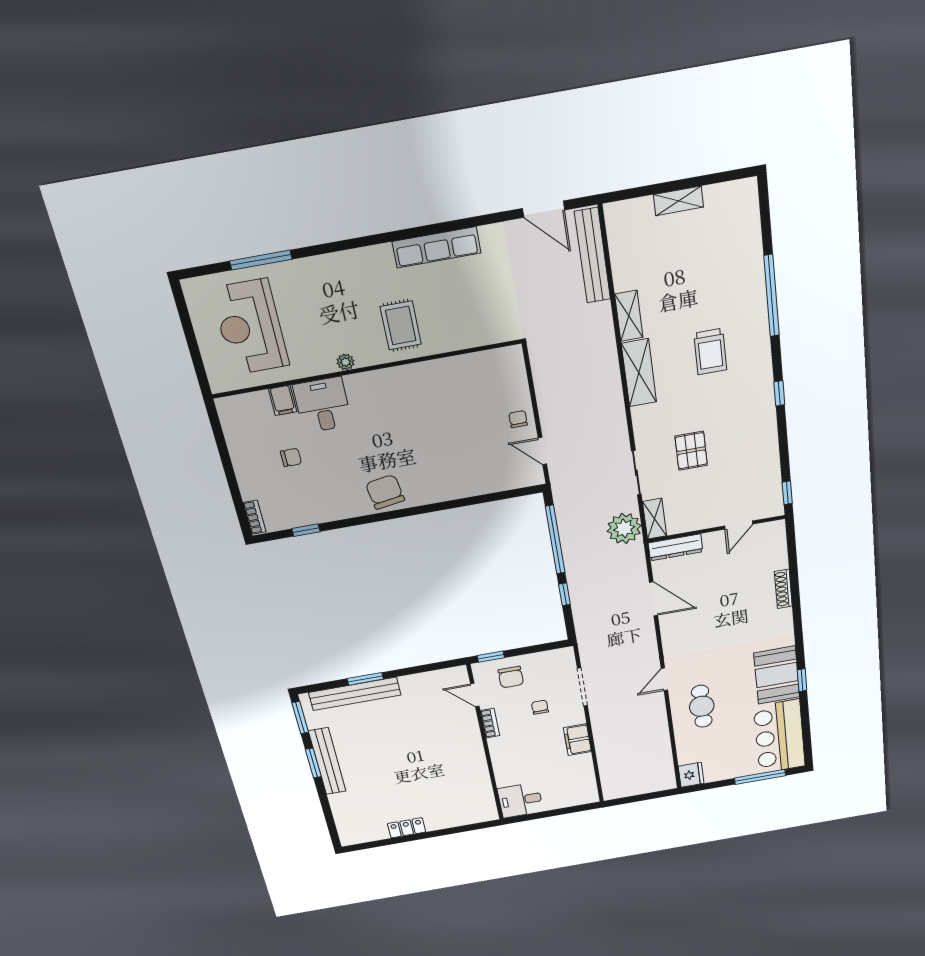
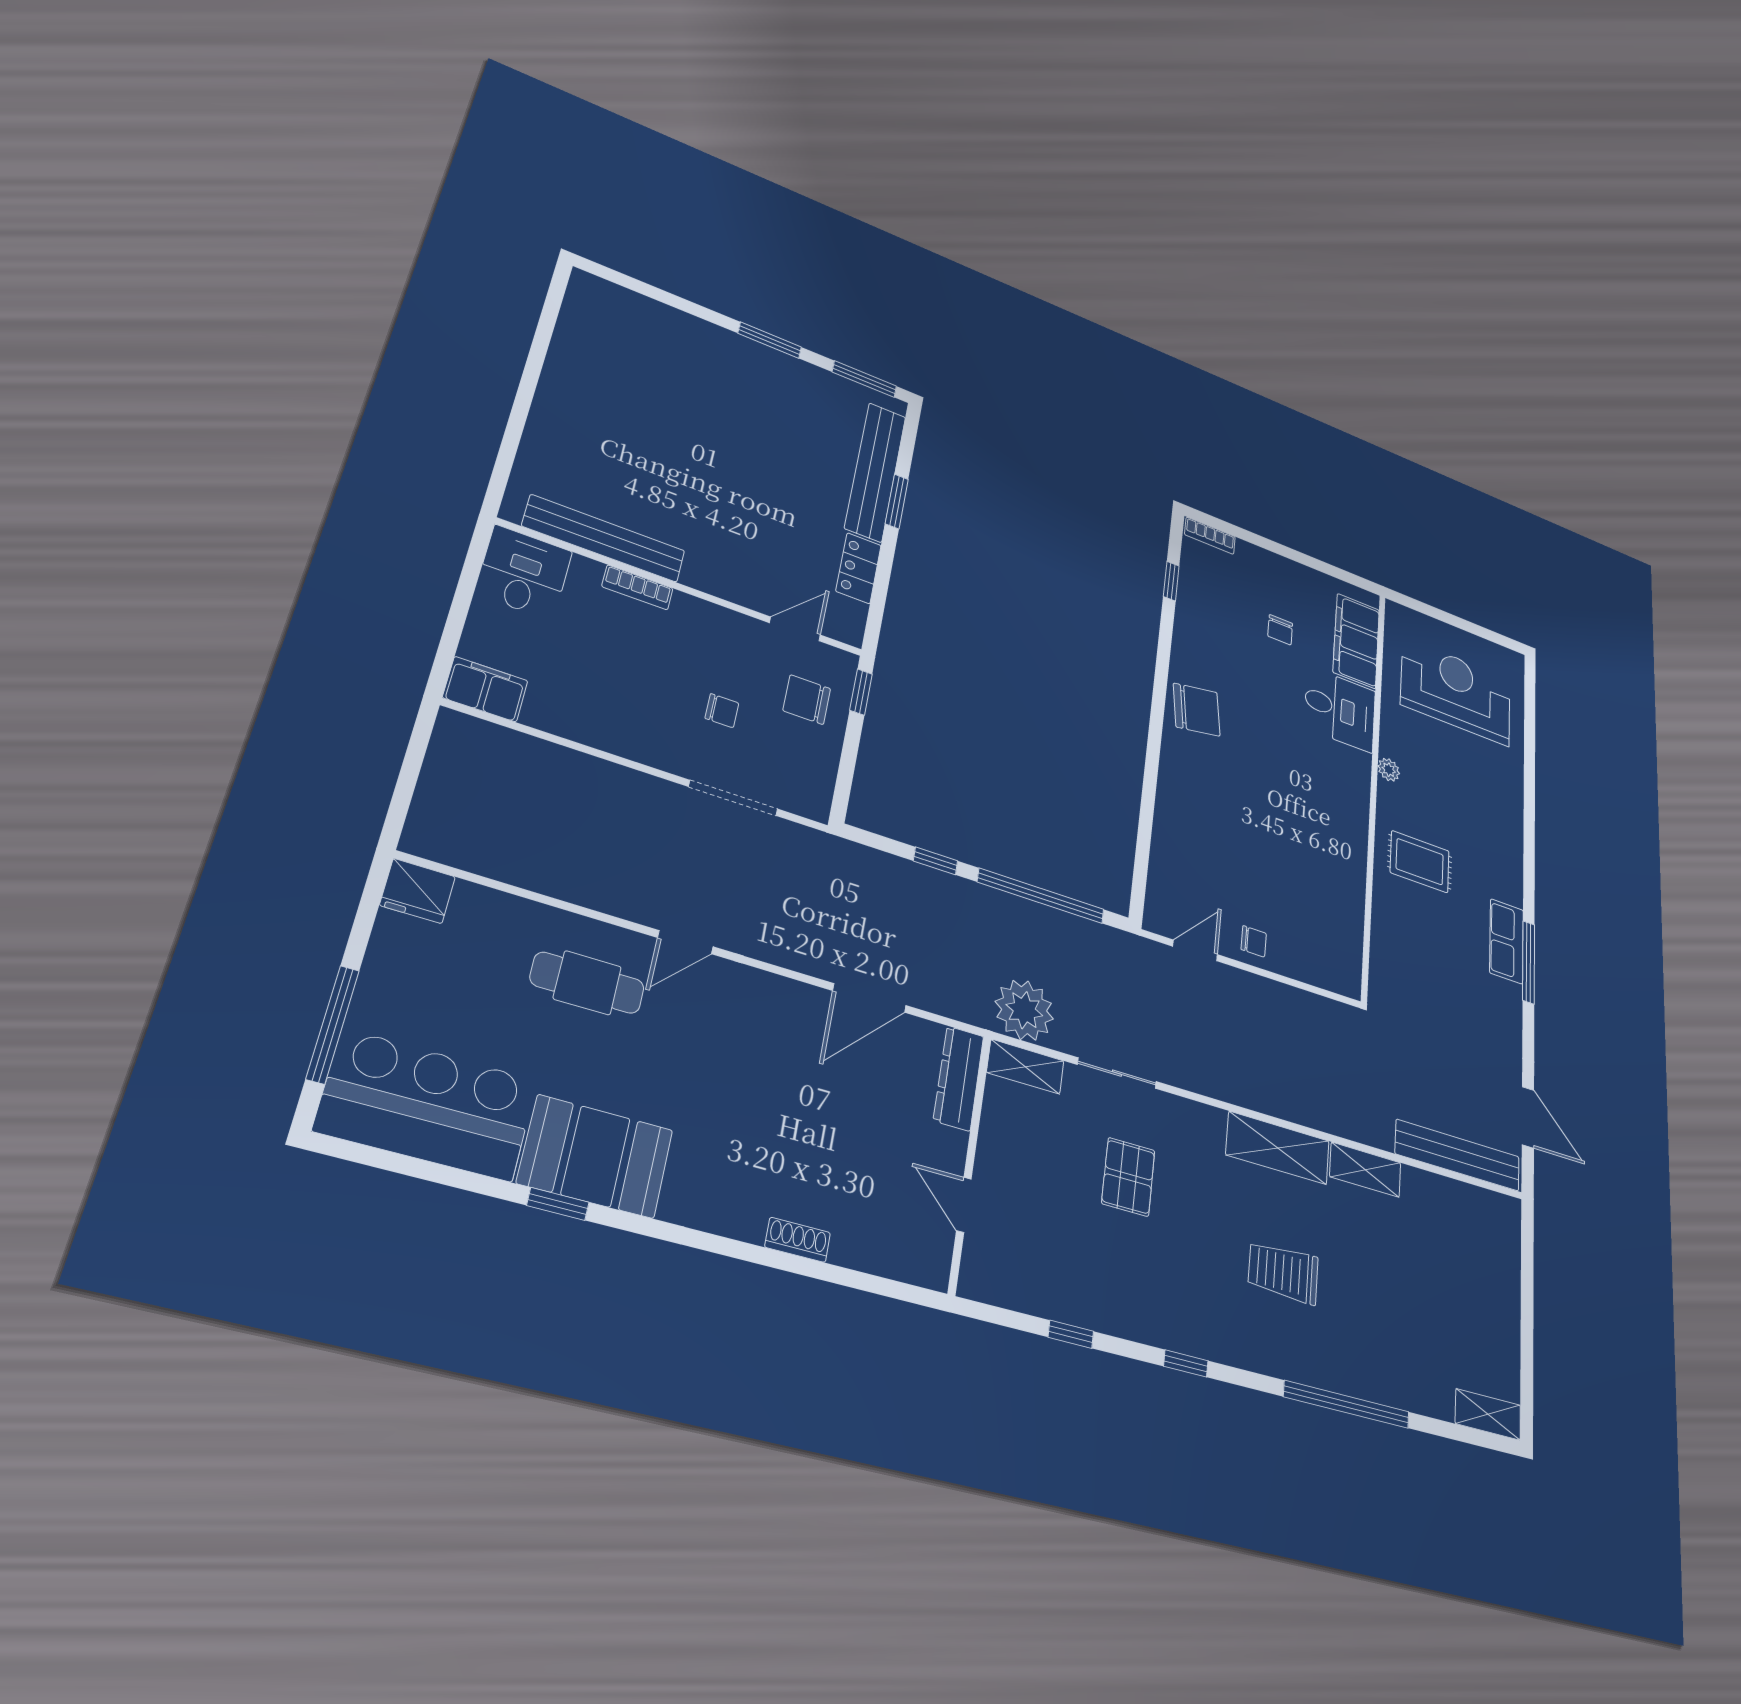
shelving: (678, 201) -> (1488, 1414), moved, turned 90
door: (543, 209) -> (1528, 1117), swing flipped
row of seats: (437, 247) -> (1507, 941), width x0.68
window: (261, 260) -> (1529, 962), moved
filing cabinet: (283, 400) -> (1356, 641), width x3.00, depth x1.17
pallet: (691, 451) -> (1128, 1177), turned 90
window: (787, 493) -> (1071, 1334), moved
shoe rack: (783, 589) -> (798, 1240), width x0.70
door: (664, 679) -> (685, 942), swing flipped
bookcase: (490, 723) -> (637, 587), moved
filing cabinet: (577, 740) -> (485, 689), moved
bench: (327, 761) -> (604, 538), moved
locker: (407, 828) -> (858, 568), moved, turned 180

